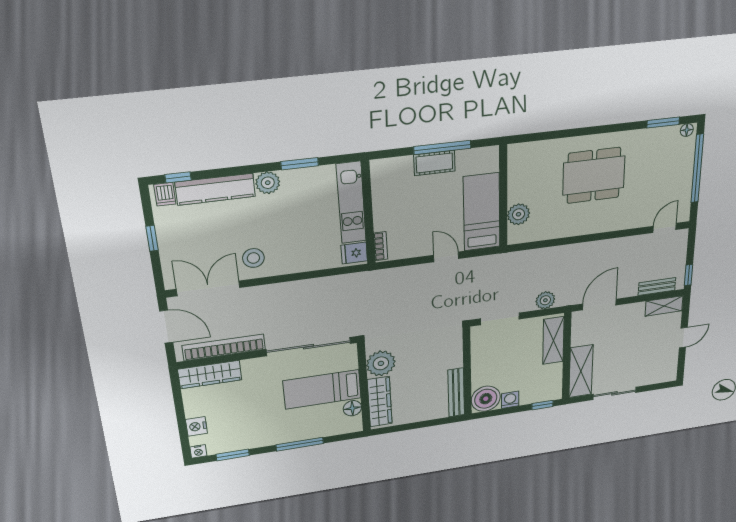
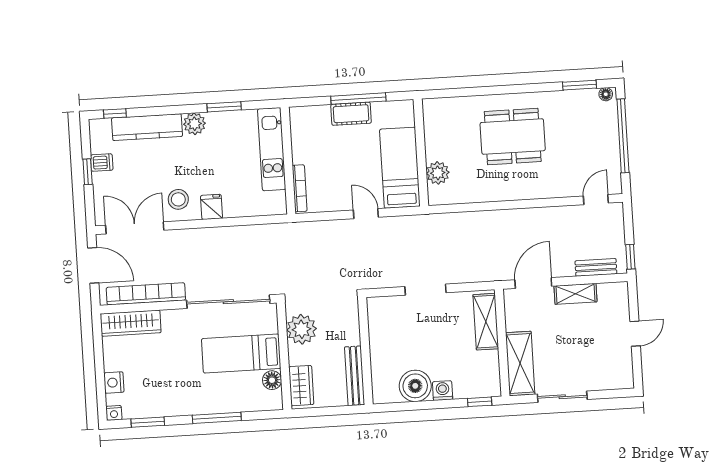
dishwasher: (165, 194) -> (102, 163), moved, turned -90
bookcase: (381, 246) -> (300, 188), width x1.56
fridge: (354, 253) -> (211, 207), moved, turned 90
plant: (545, 300) -> (473, 272), removed
shelving: (664, 306) -> (575, 294), moved
wall: (467, 371) -> (365, 351), moved
bench: (456, 392) -> (355, 376), moved
wardrobe: (380, 402) -> (301, 386), width x0.67

